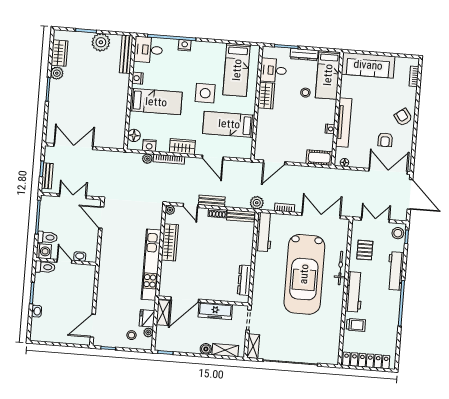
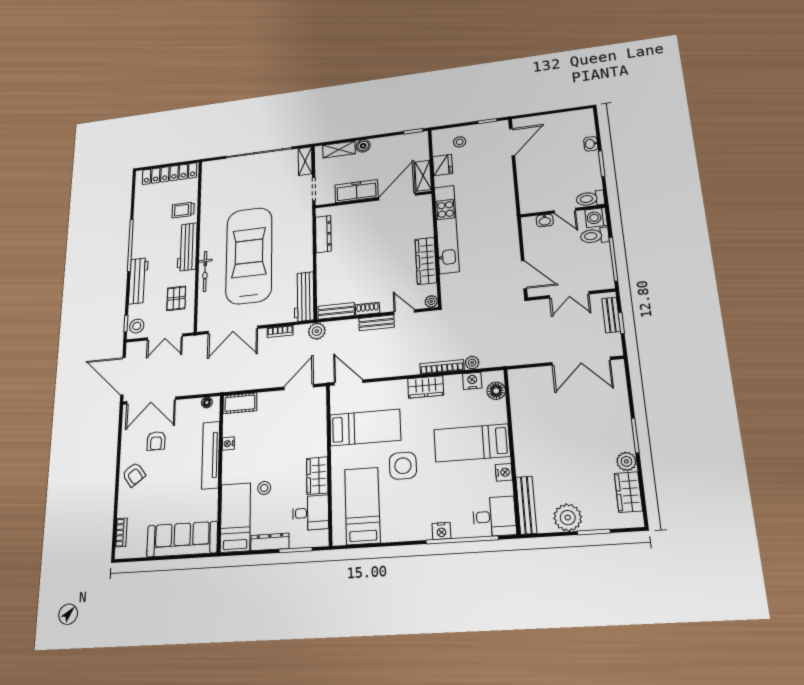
armchair: (385, 140) -> (156, 441), turned 180
door: (213, 157) -> (348, 382), moved
plant: (148, 332) -> (438, 149), removed

